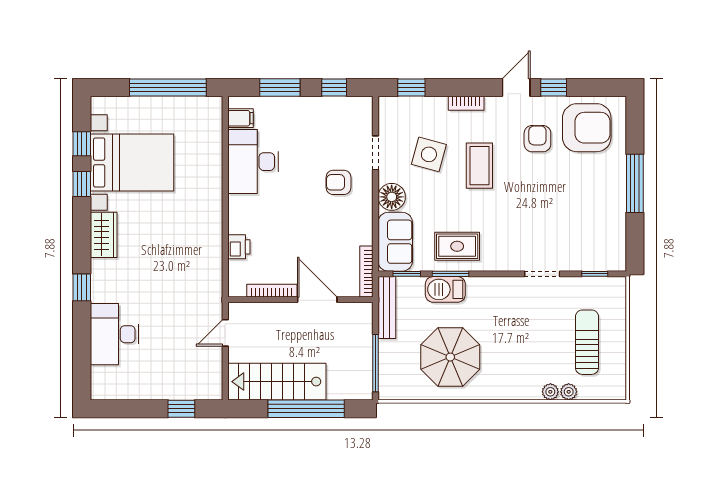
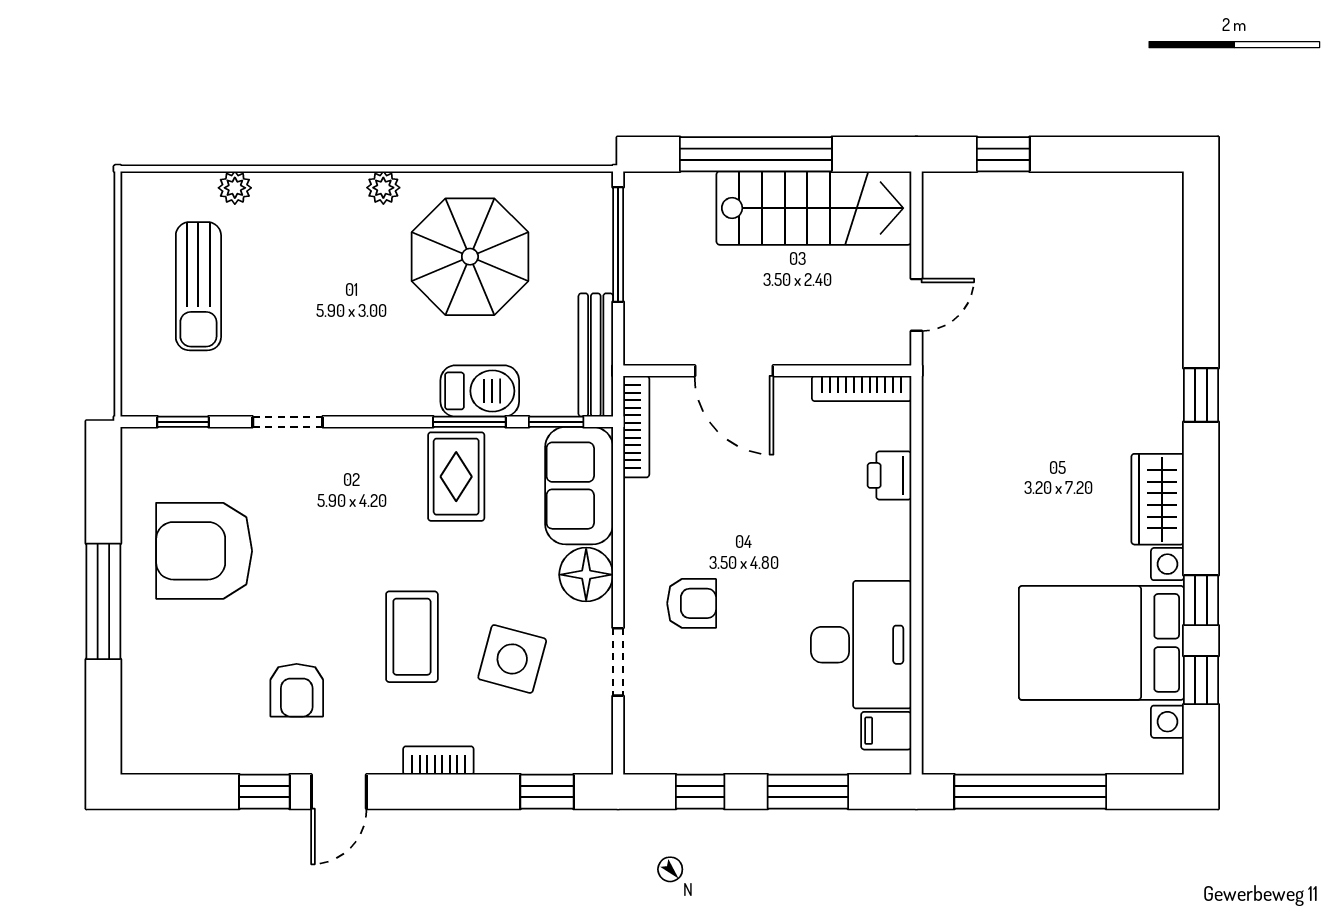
armchair: (587, 128) -> (204, 551), moved
rug: (457, 246) -> (456, 477), turned 90
bookcase: (272, 291) -> (862, 389), moved
desk: (115, 334) -> (1136, 302), removed
plant: (550, 392) -> (383, 188), moved

